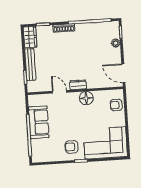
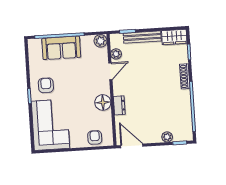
door: (123, 73) -> (132, 146), hinge flipped
dresser: (78, 85) -> (119, 105), moved
plant: (45, 87) -> (116, 54), added
plant: (33, 100) -> (100, 41), added
sofa: (39, 122) -> (61, 48), moved

